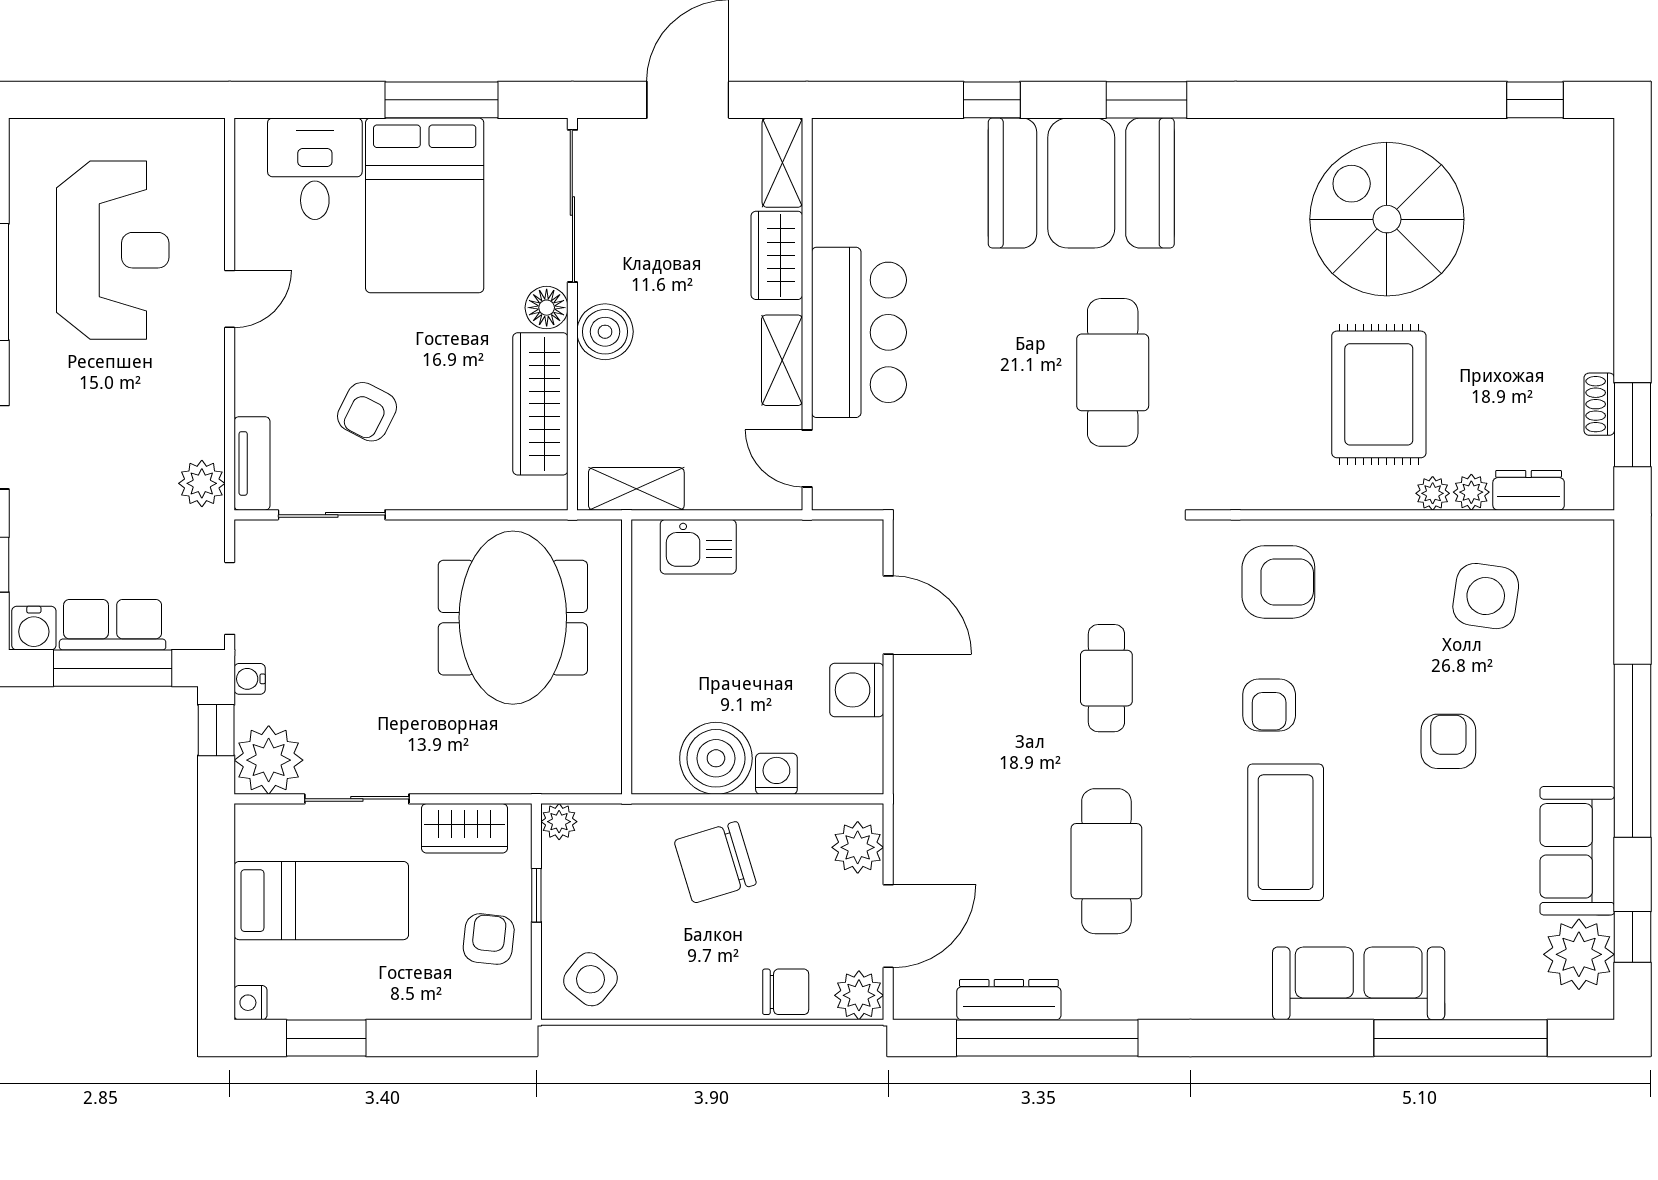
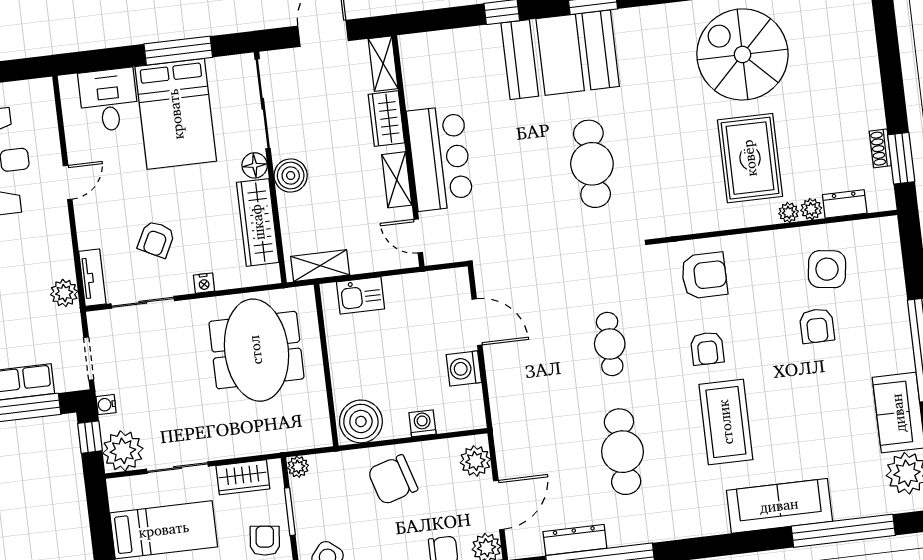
nightstand: (438, 495) -> (204, 283), added
armchair: (1448, 741) -> (817, 326), moved, turned 180
boiler: (716, 758) -> (361, 421), moved
window: (536, 895) -> (290, 512), width x1.50

